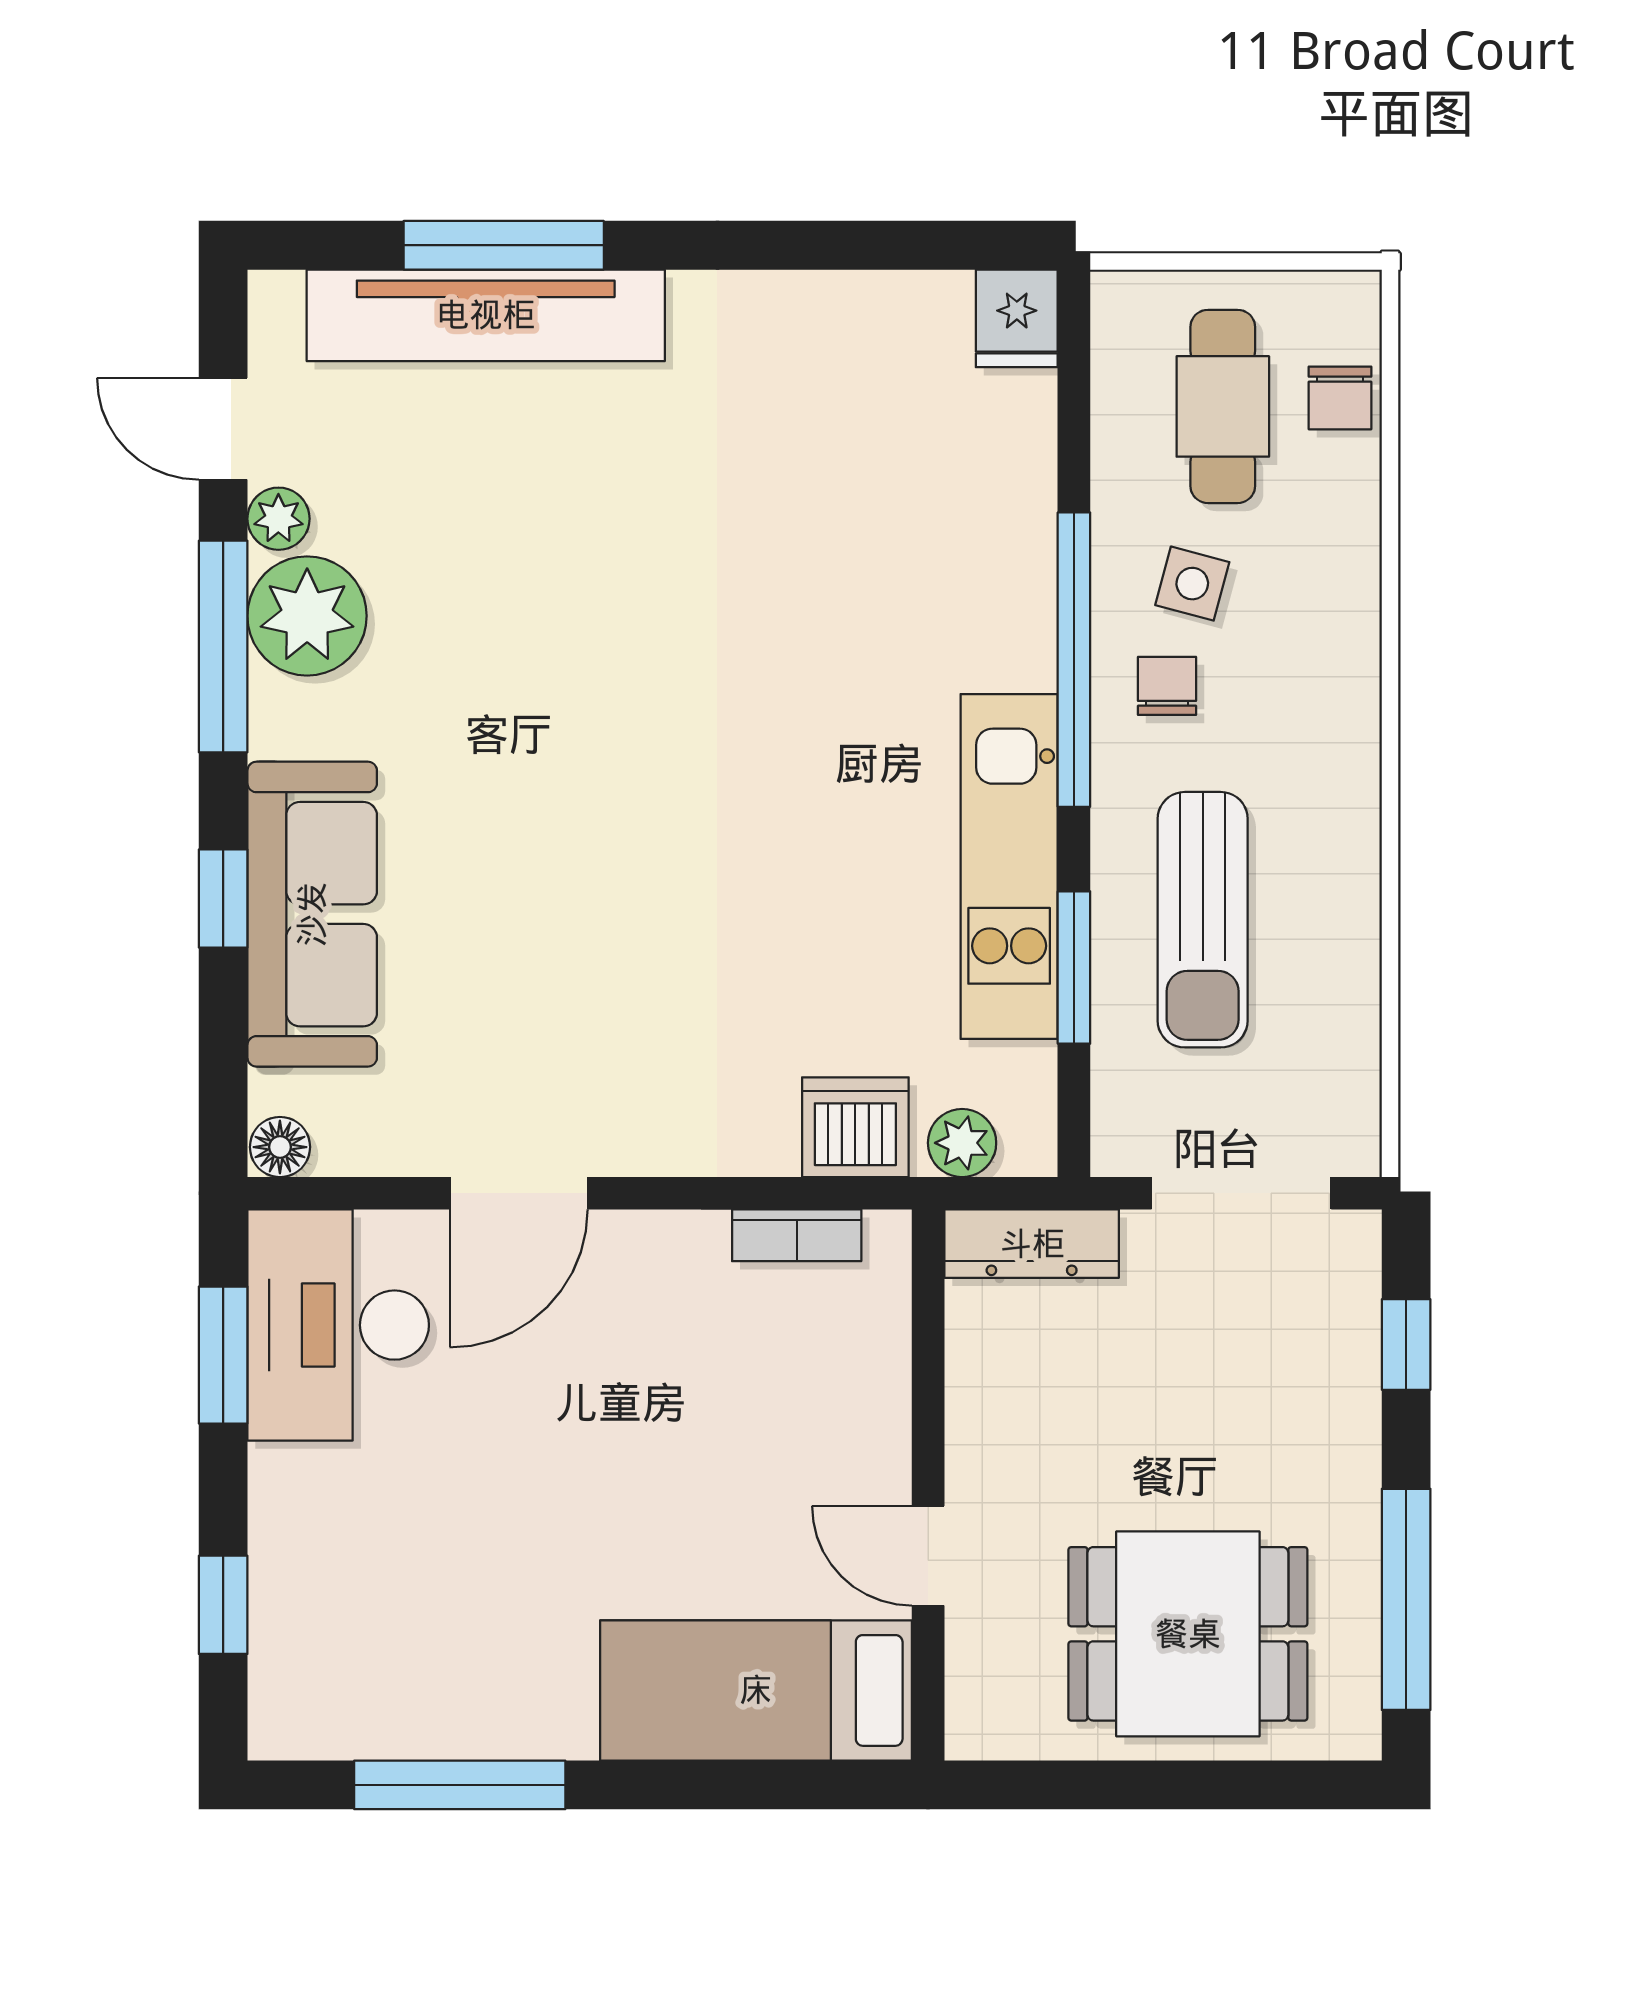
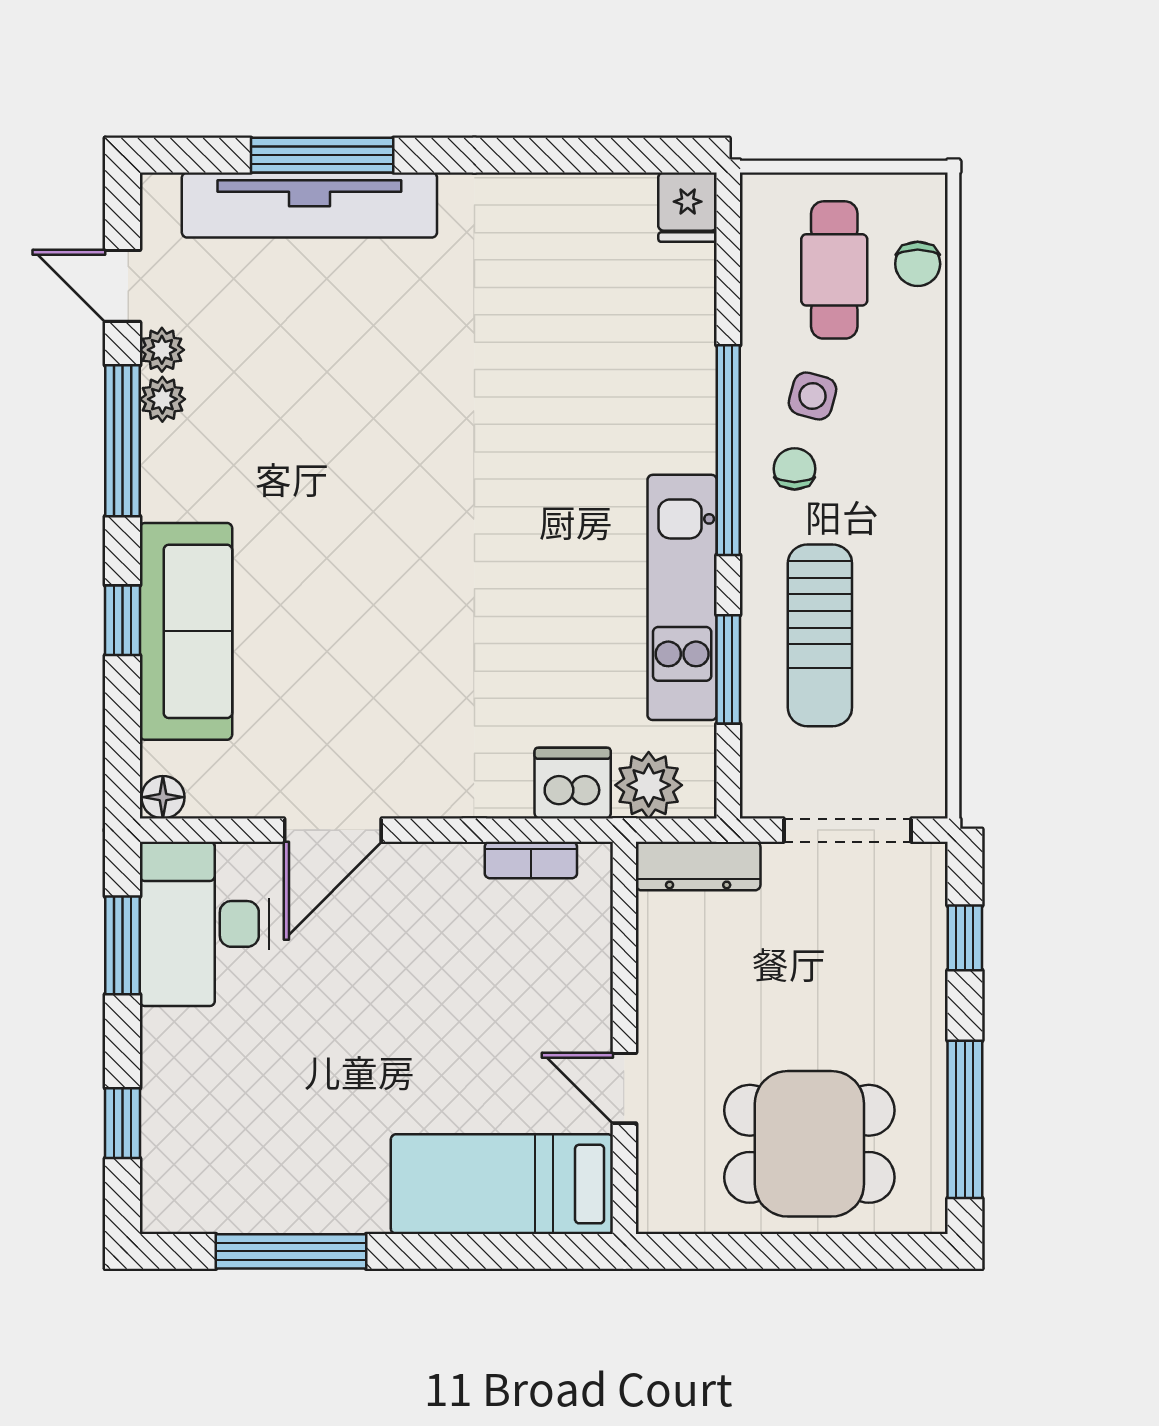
plant: (307, 616) -> (162, 399), width x0.53, depth x0.53
plant: (962, 1143) -> (649, 785), width x1.38, depth x1.38

